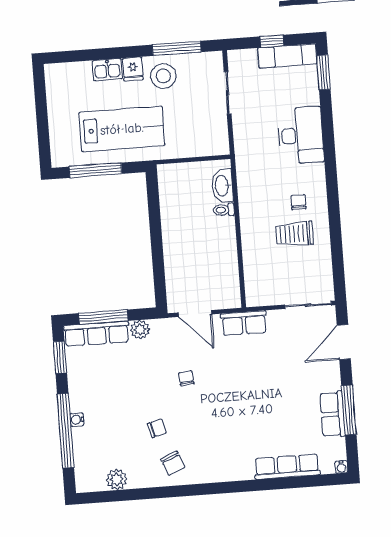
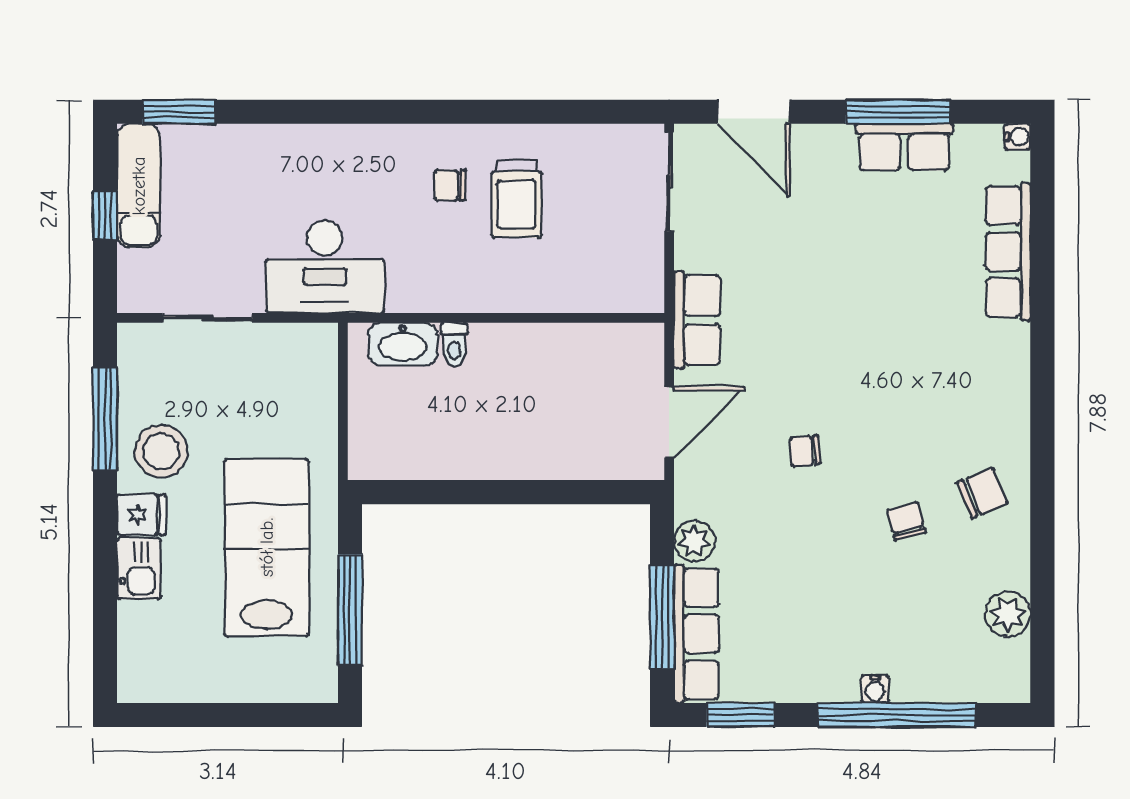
desk: (301, 135) -> (325, 267), moved, turned 180

